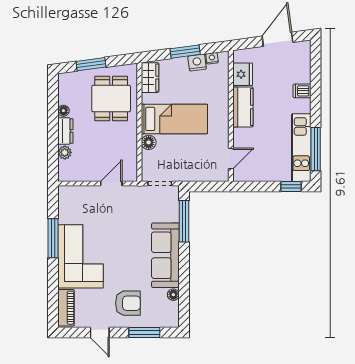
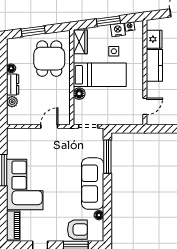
side table: (192, 89) -> (114, 51), added
armchair: (128, 303) -> (77, 230), moved

